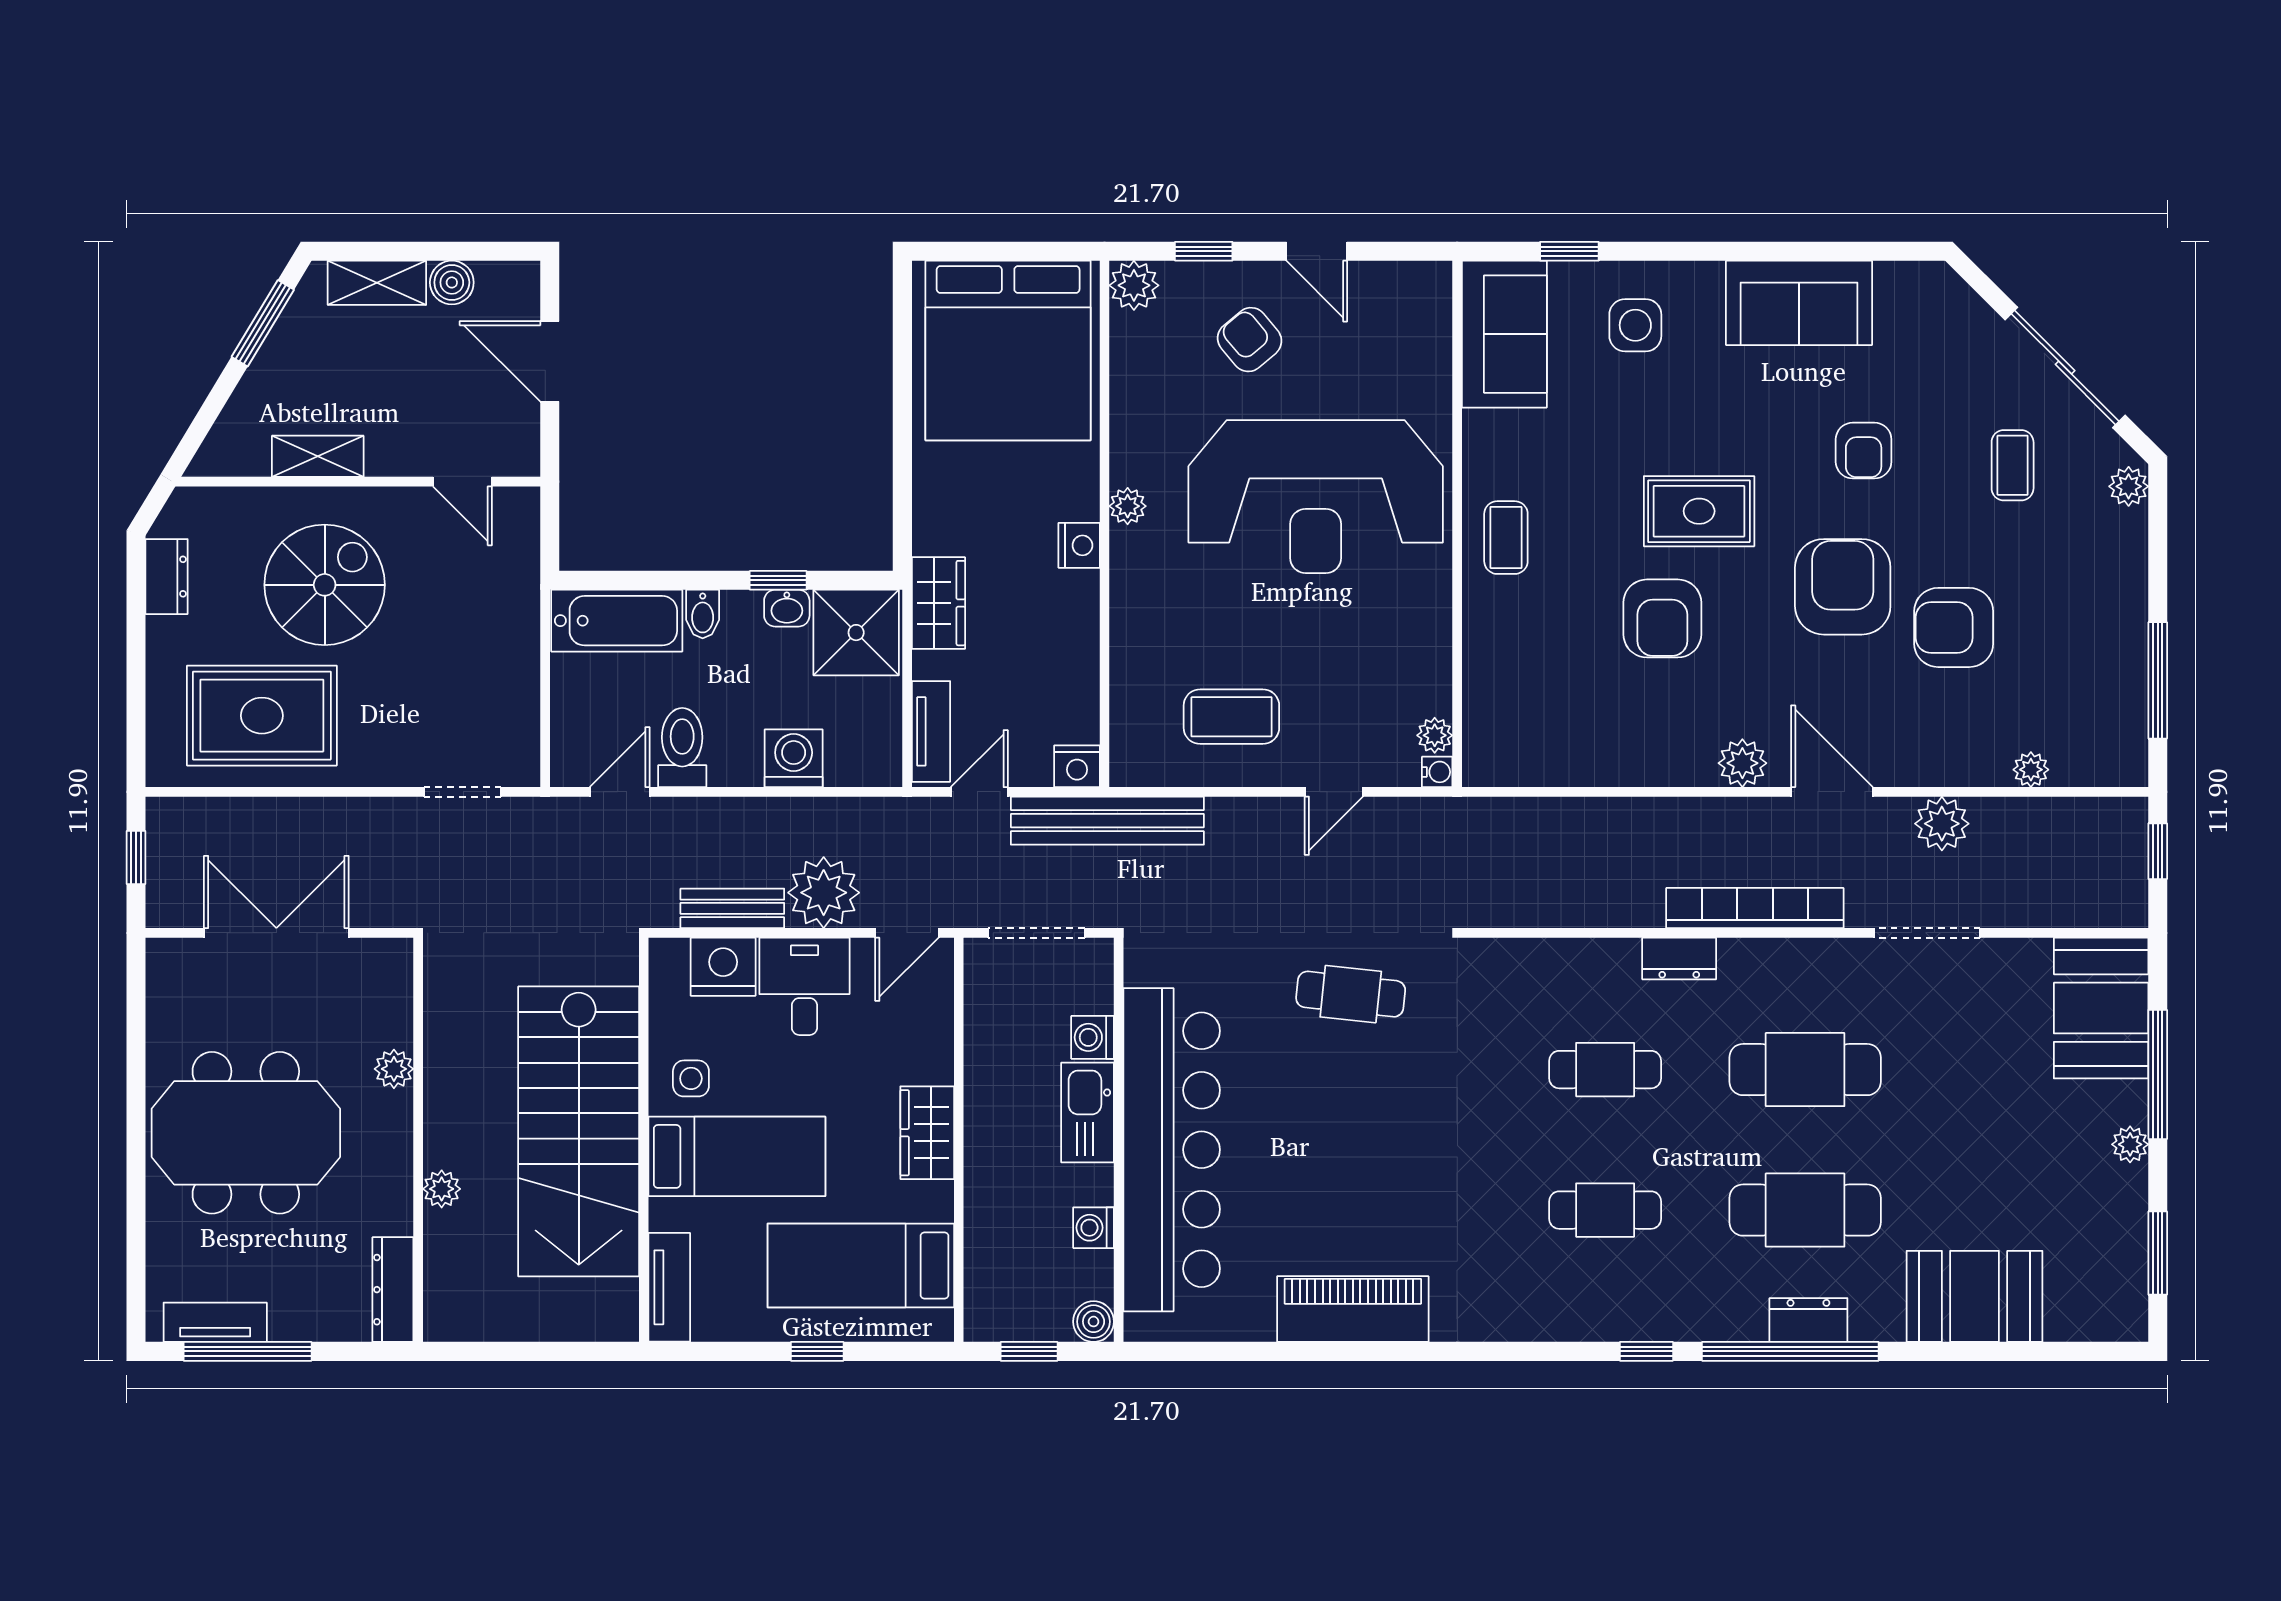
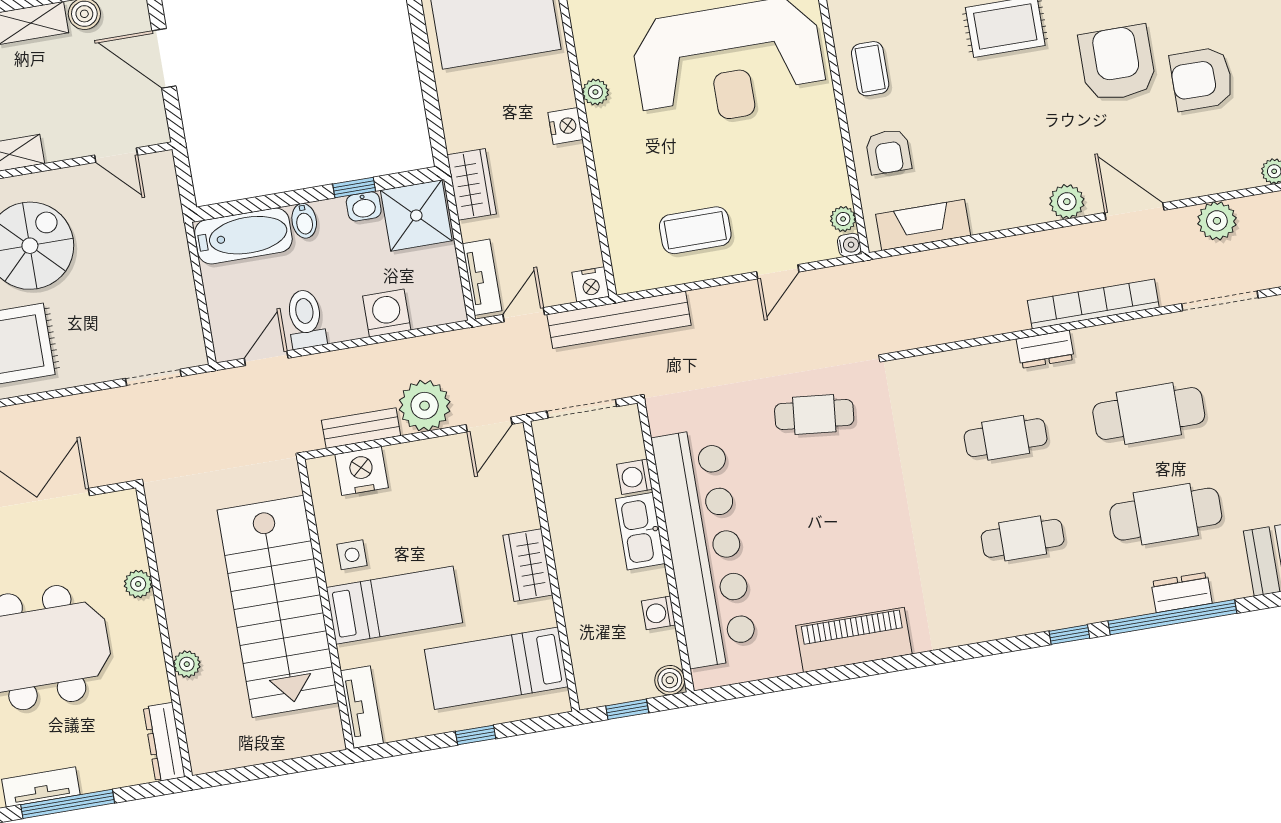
armchair: (1662, 618) -> (888, 152), moved, width x0.72, depth x0.72
fireplace: (1542, 762) -> (923, 225), added
desk: (804, 986) -> (422, 475), removed

